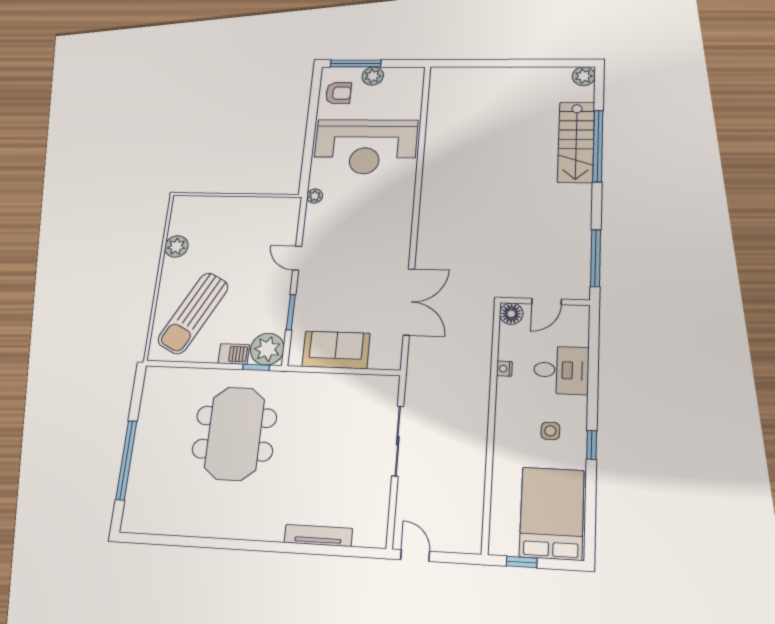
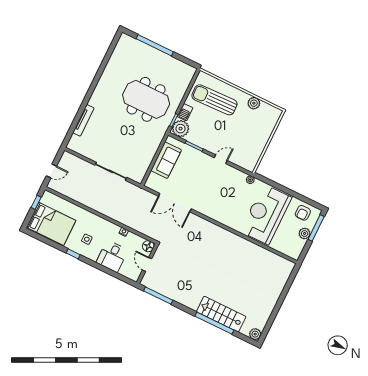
sun lounger: (193, 313) -> (214, 100), turned -30
door: (415, 555) -> (51, 171), moved

